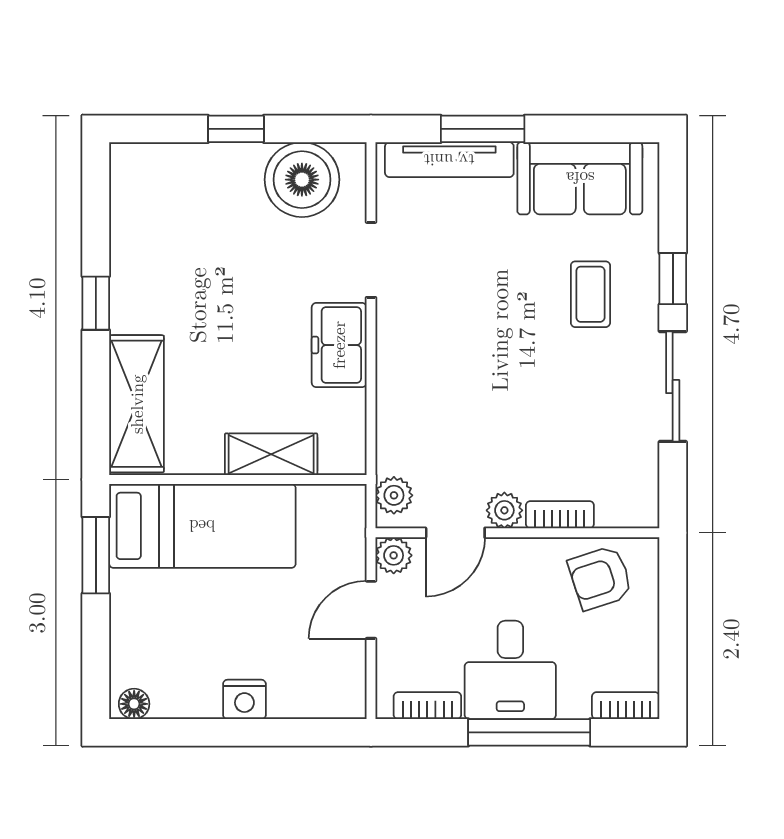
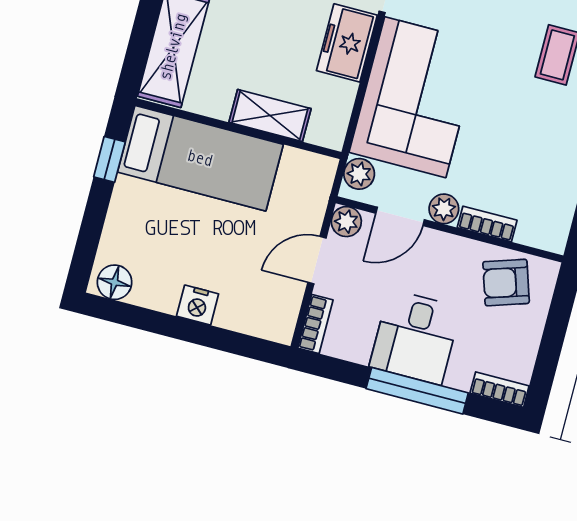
corner sofa: (436, 388) -> (415, 97), added
window: (96, 555) -> (109, 159), width x0.67
floor lamp: (134, 704) -> (115, 282), width x1.37, depth x1.37
bookcase: (427, 706) -> (315, 324), moved, turned 90

